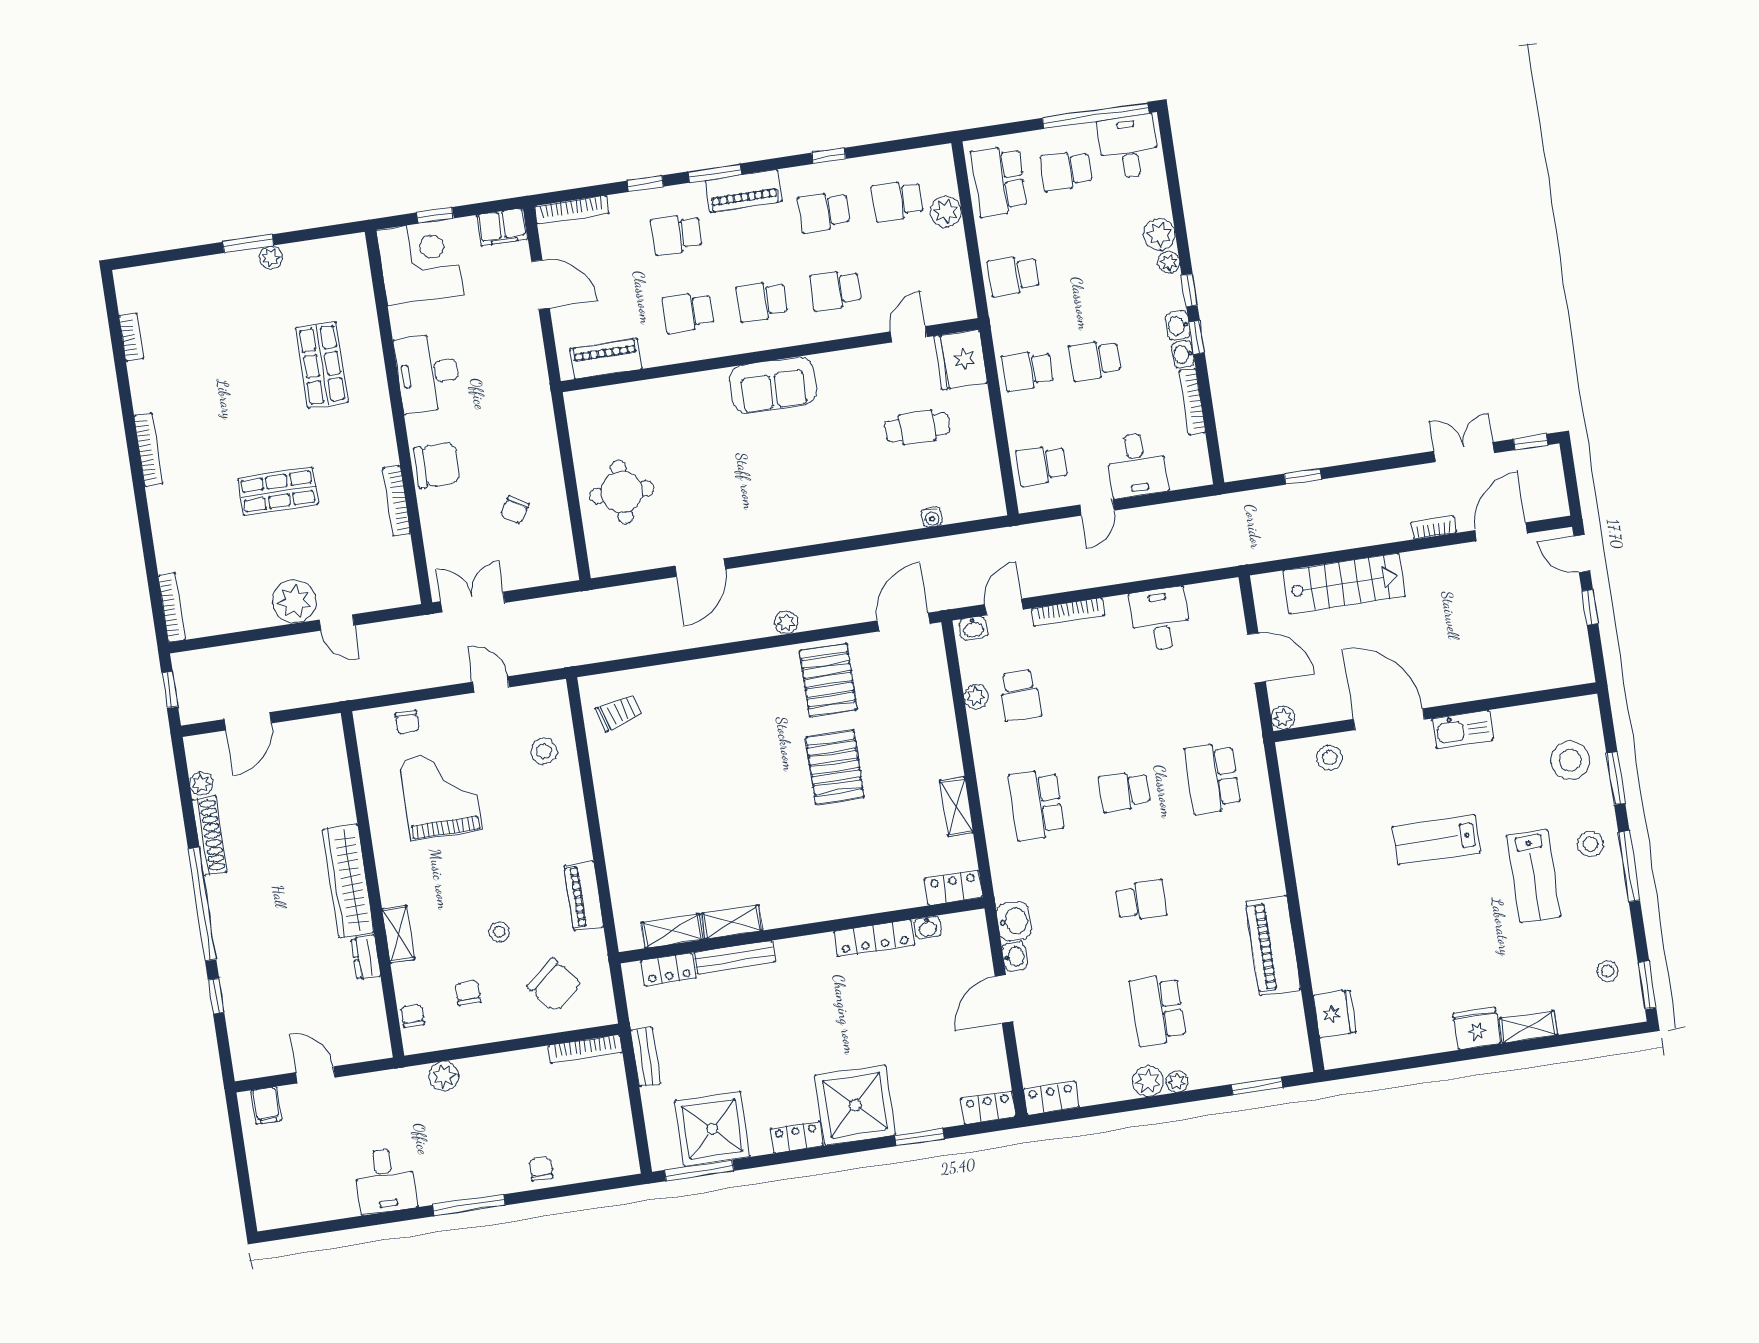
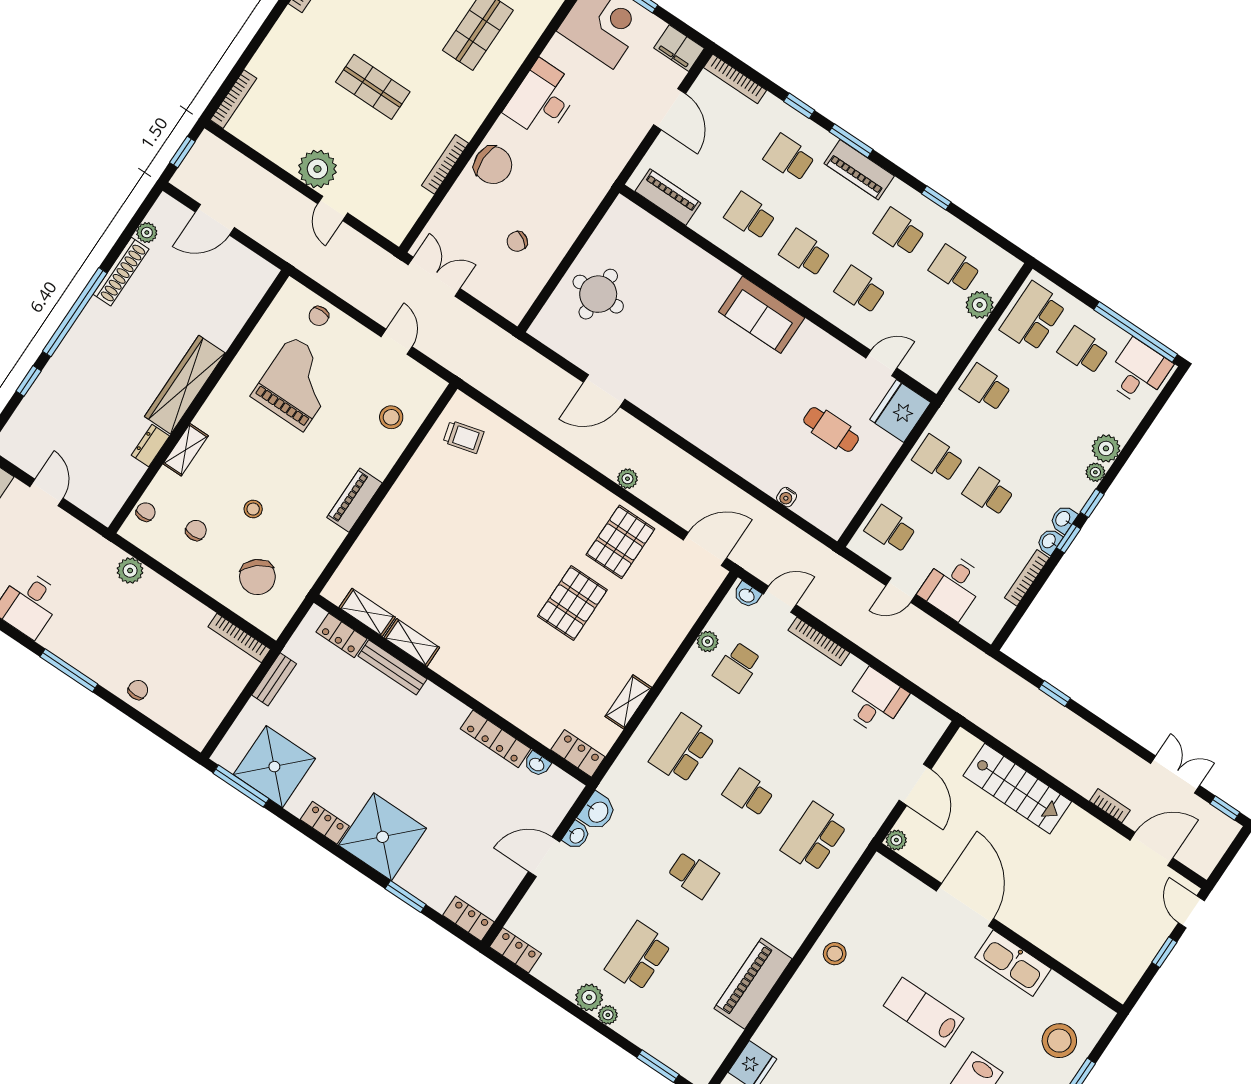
kitchen sink: (1462, 729) -> (1013, 963), width x1.36, depth x1.24
stool: (1330, 758) -> (835, 954), moved
piano: (584, 896) -> (354, 500), moved

